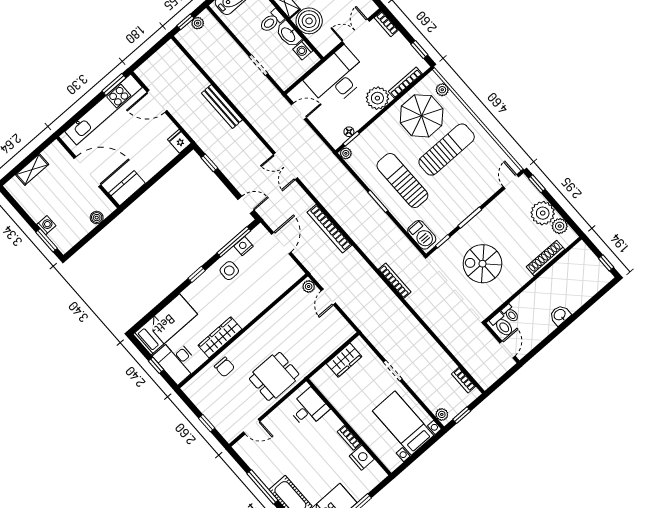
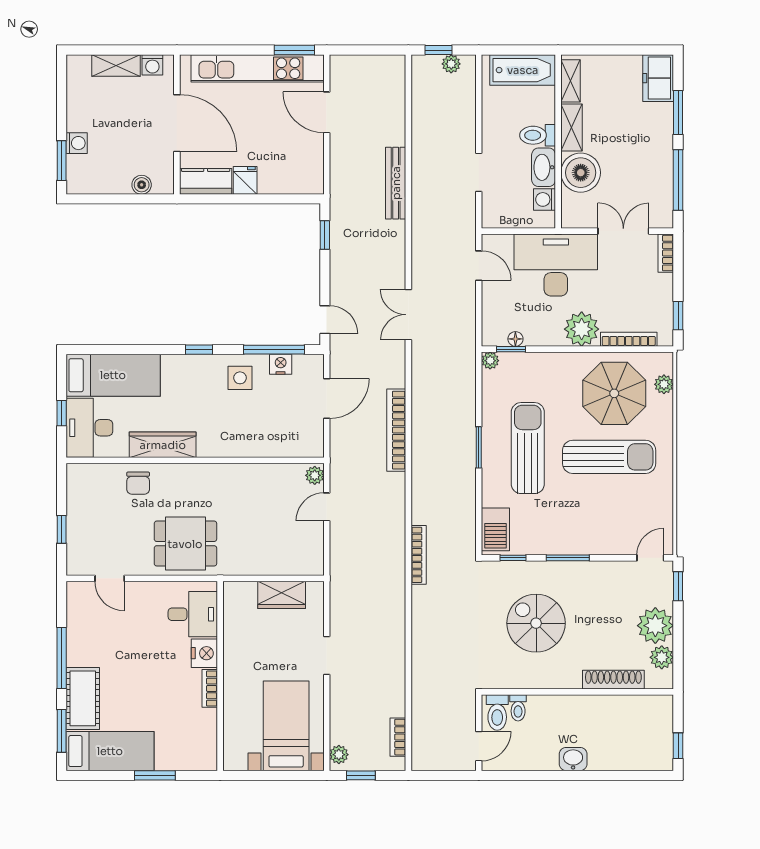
fridge: (179, 141) -> (245, 180), moved
washing machine: (50, 153) -> (152, 65), added
nightstand: (362, 458) -> (204, 653), moved

